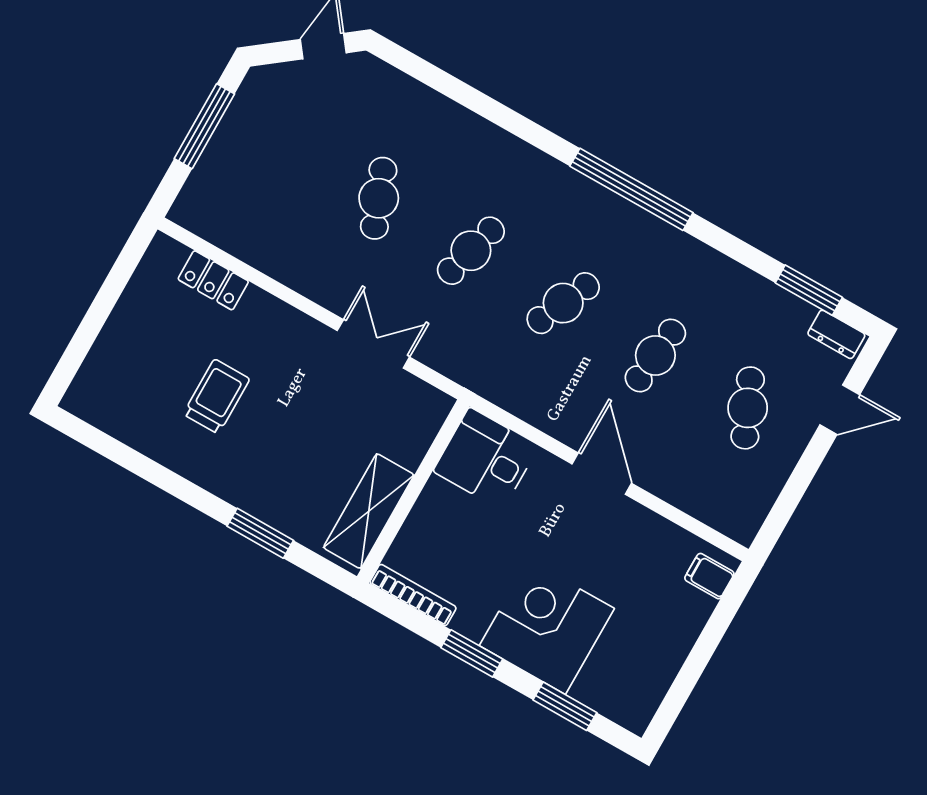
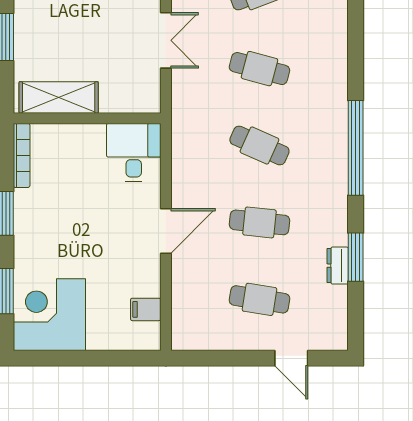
window: (809, 290) -> (356, 257), moved
dresser: (836, 334) -> (338, 266), moved
cafe table: (748, 408) -> (259, 299), turned 33
filing cabinet: (709, 576) -> (146, 309), moved, turned -90
corner desk: (547, 627) -> (49, 315), moved, turned -90

